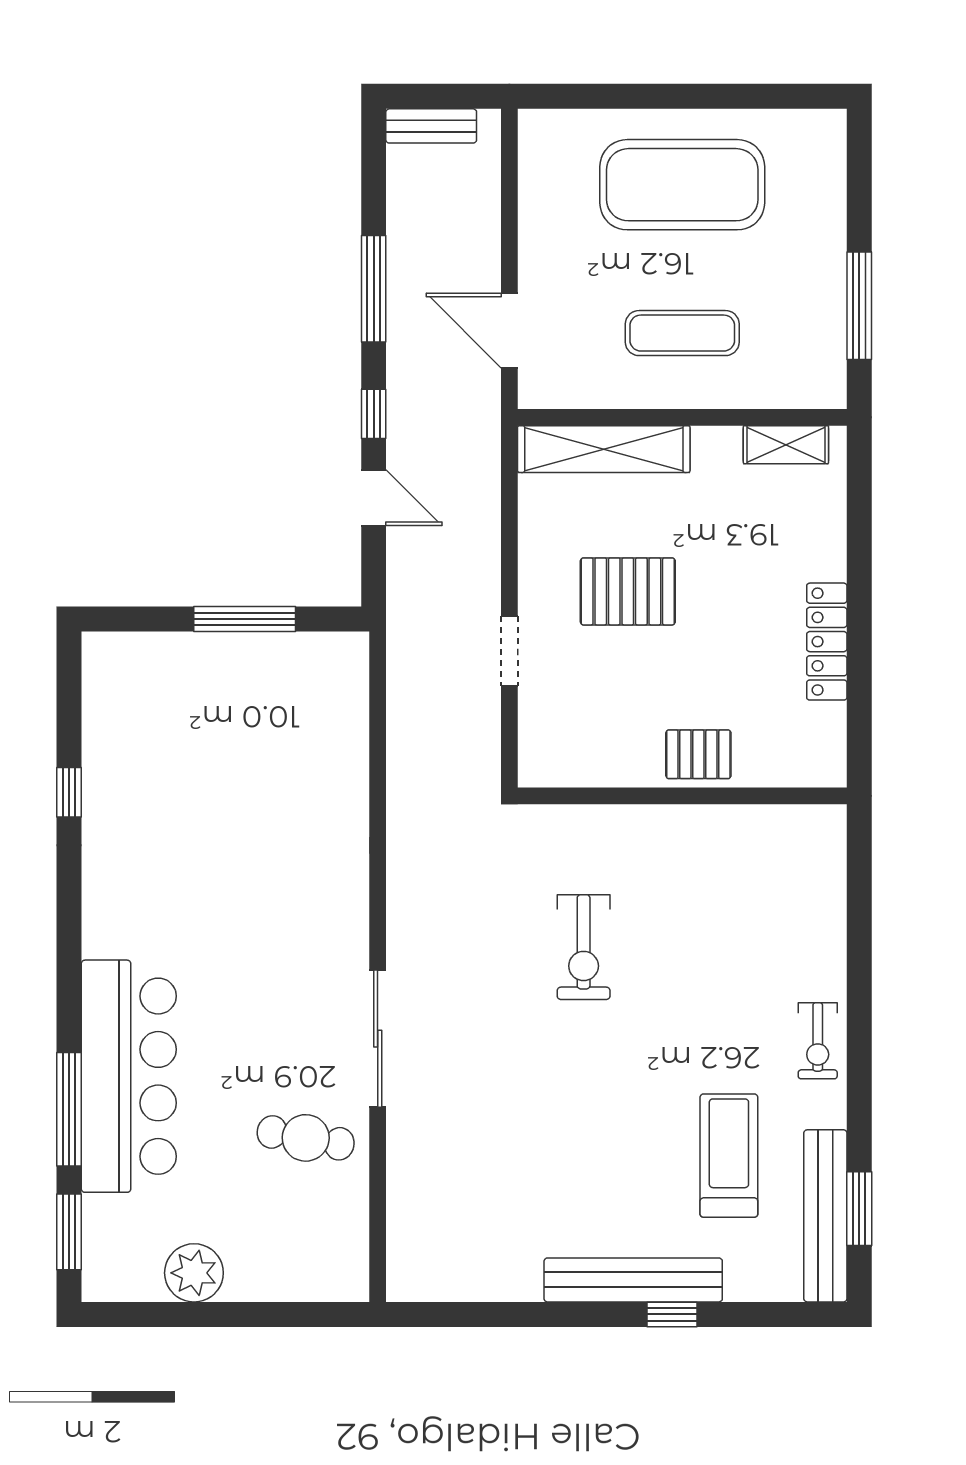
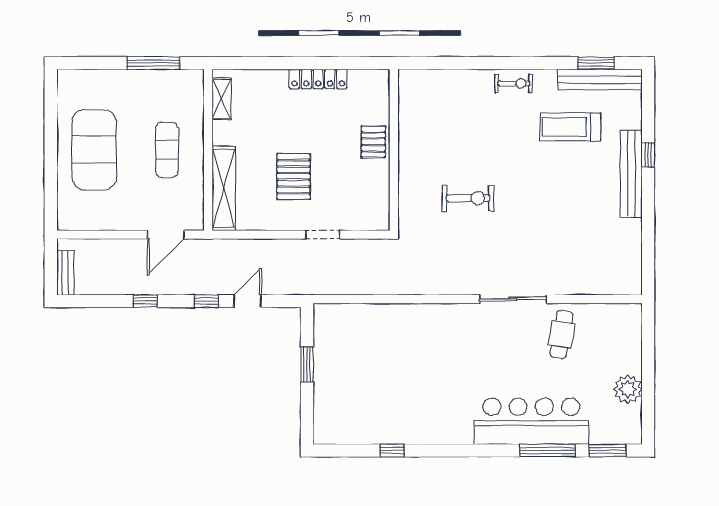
window: (374, 289) -> (145, 301), width x0.46
window: (245, 619) -> (307, 364), width x0.69

